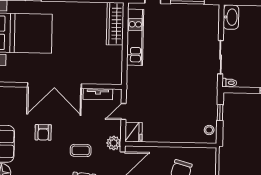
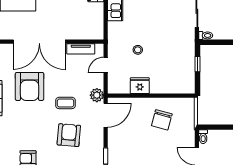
stool: (209, 130) -> (138, 50), moved
armchair: (43, 132) -> (30, 86), width x1.88, depth x1.88
fridge: (134, 132) -> (140, 86), moved, turned -90

